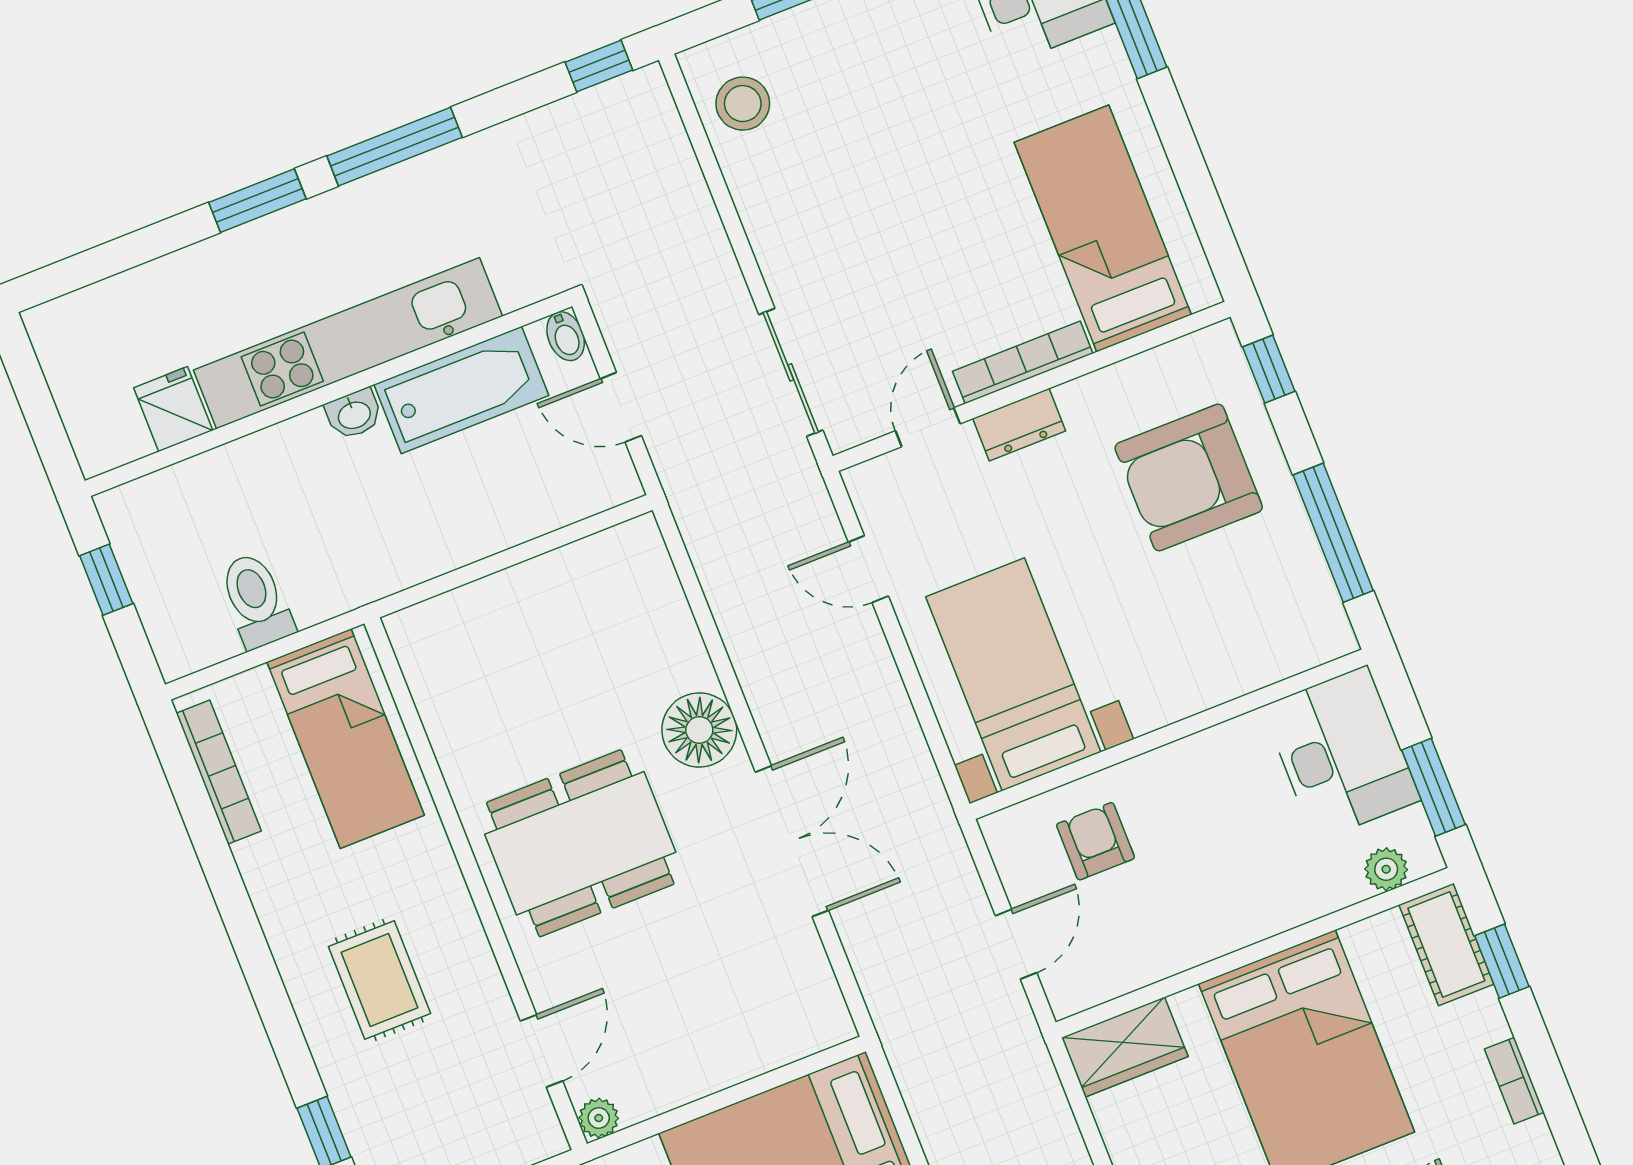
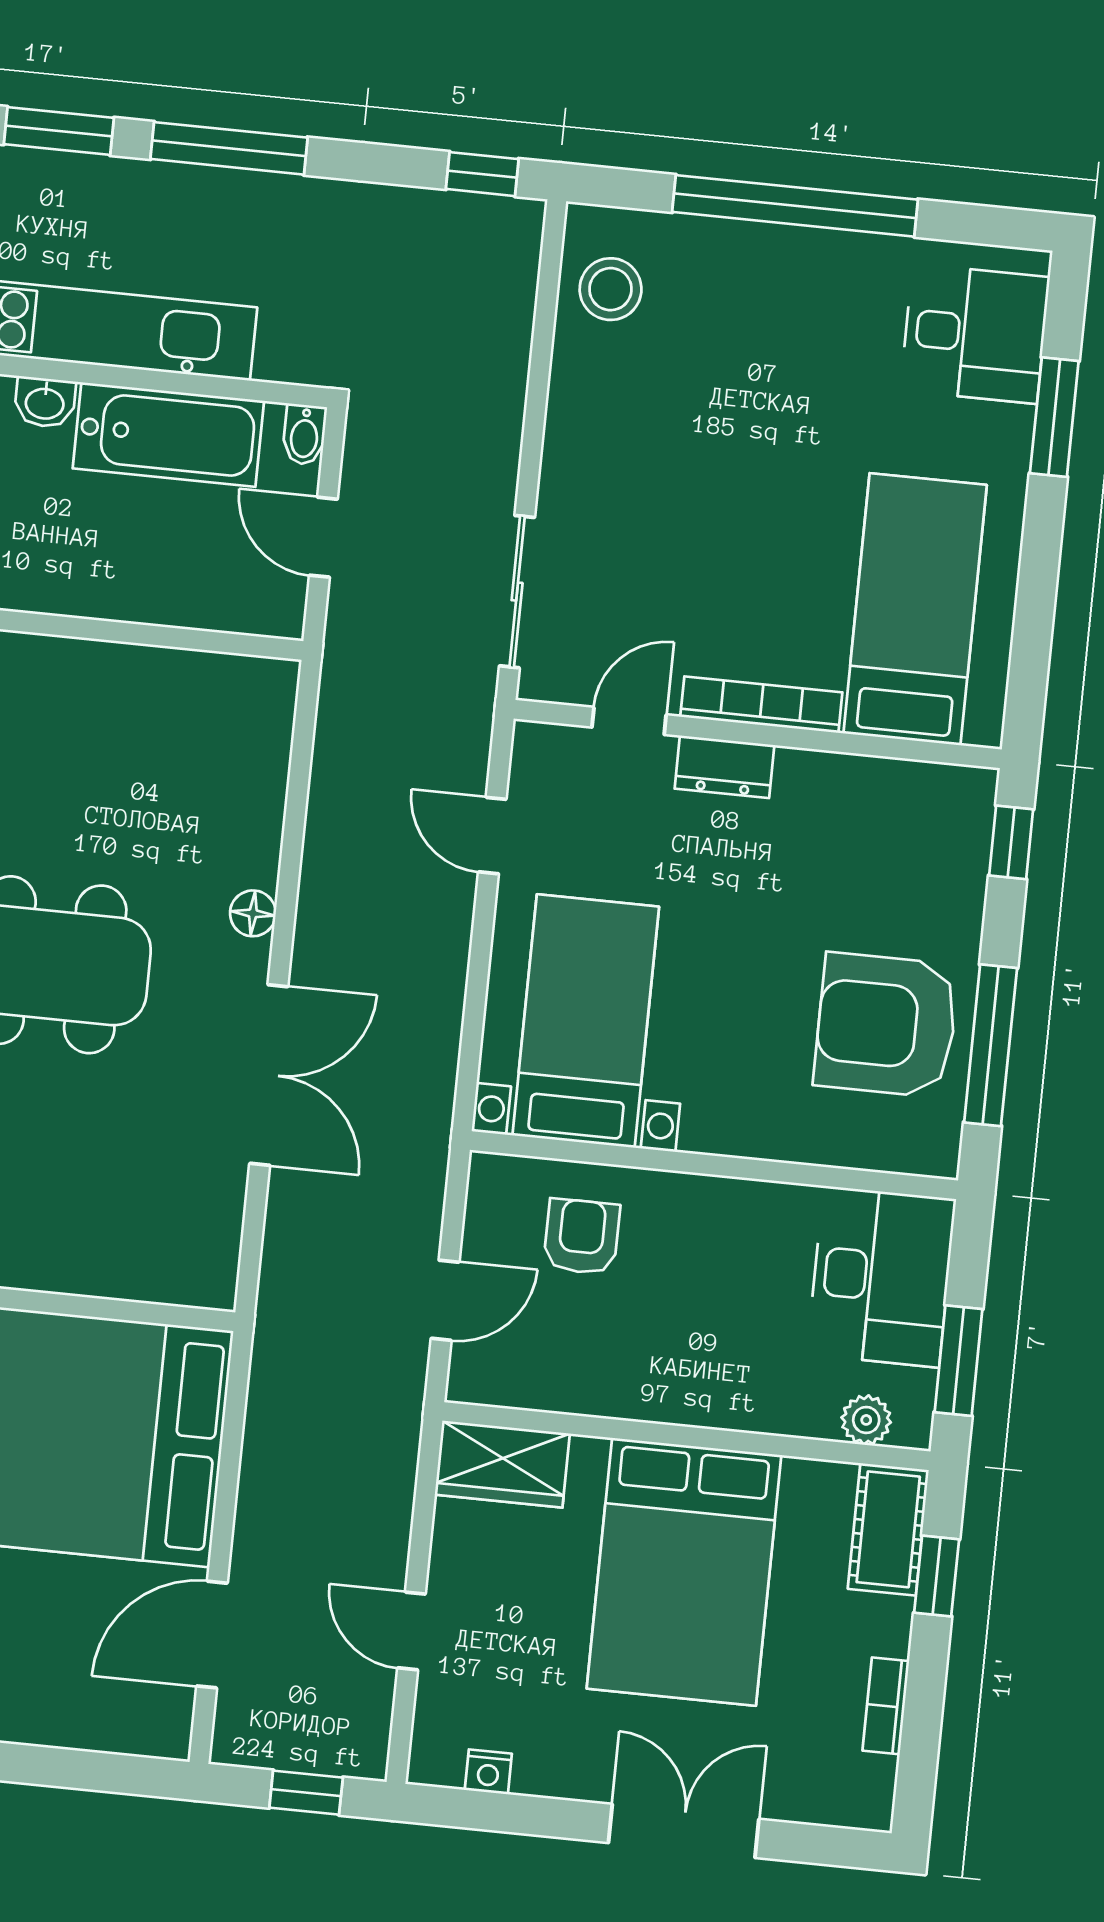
armchair: (1189, 477) -> (886, 1025), moved
floor lamp: (699, 730) -> (253, 913), width x0.53, depth x0.53

